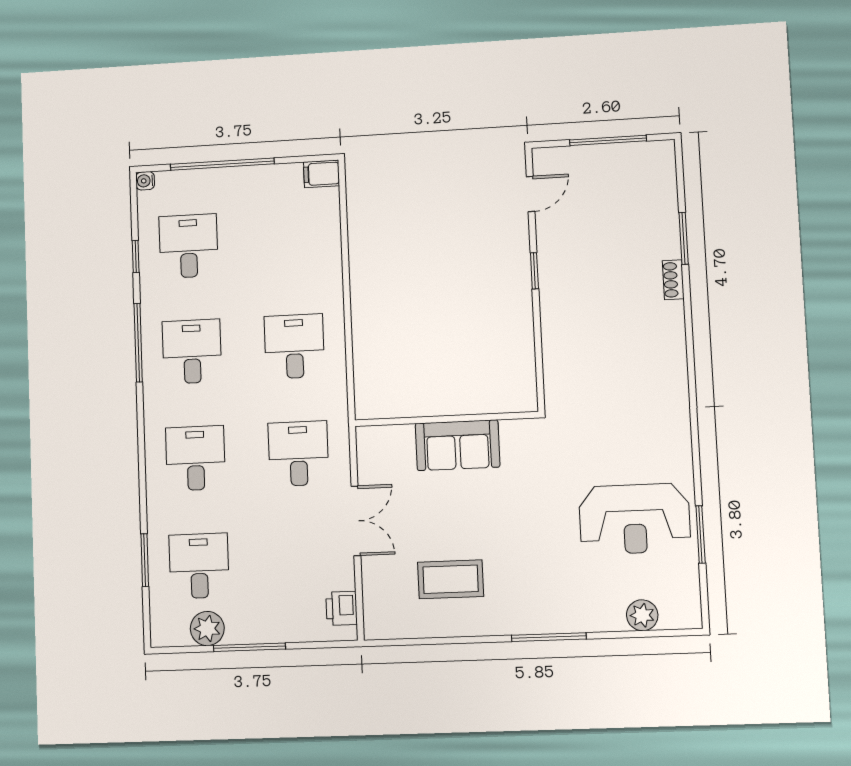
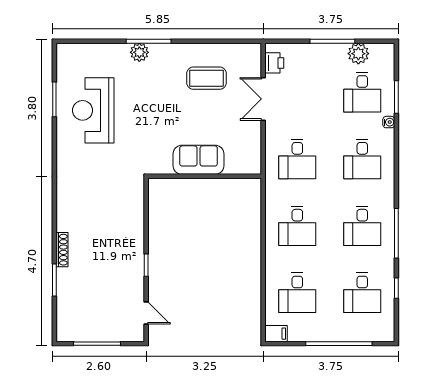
water cooler: (145, 181) -> (389, 122), moved
door: (531, 194) -> (146, 313), swing flipped
desk: (290, 240) -> (297, 293), added
shoe rack: (673, 280) -> (62, 250), width x1.43
reception desk: (635, 519) -> (93, 110), turned -90
double door: (356, 521) -> (263, 99), moved
plant: (642, 615) -> (139, 52), moved

